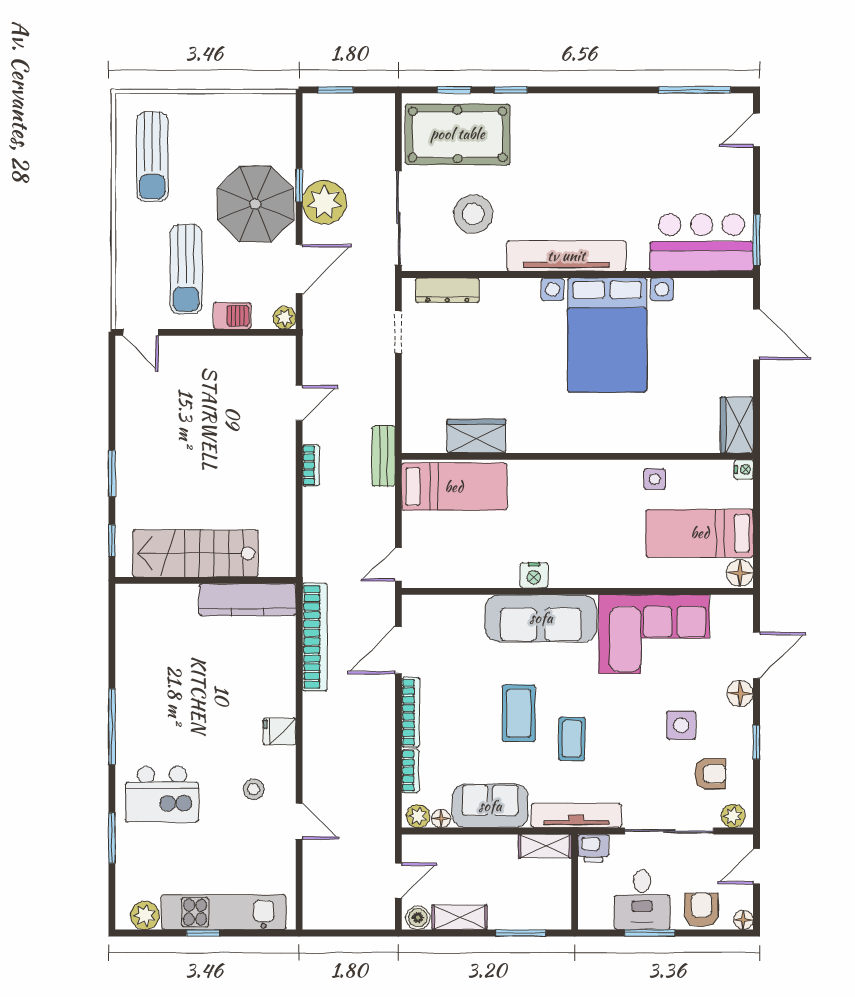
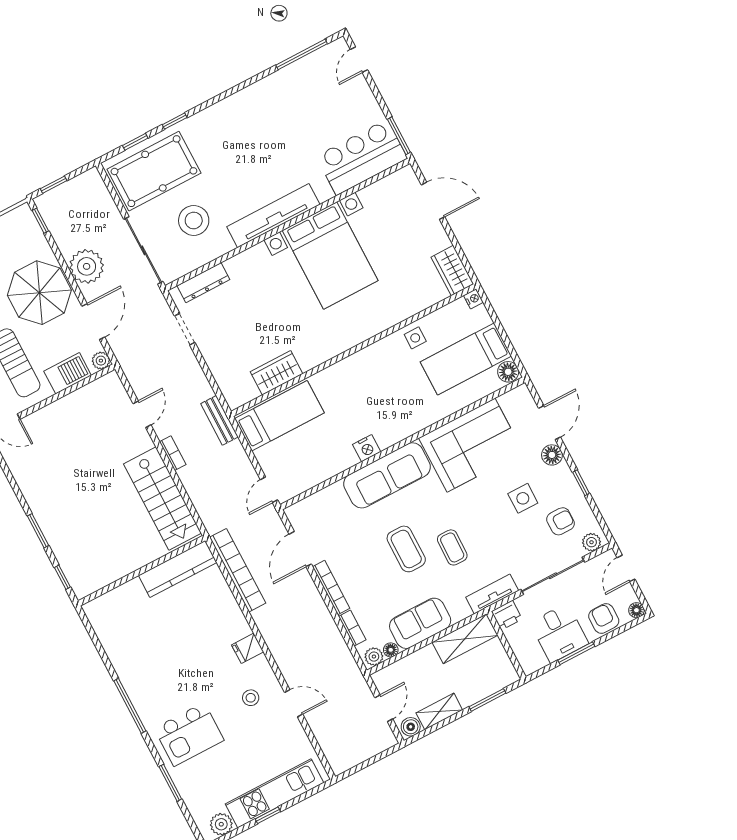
window: (299, 185) -> (40, 221), moved
barbecue: (232, 316) -> (68, 373), width x1.38, depth x1.27
stairs: (195, 553) -> (162, 499), moved, turned -90
tv unit: (576, 815) -> (492, 594), width x0.71
shelving: (545, 846) -> (465, 639), width x1.50, depth x1.33

